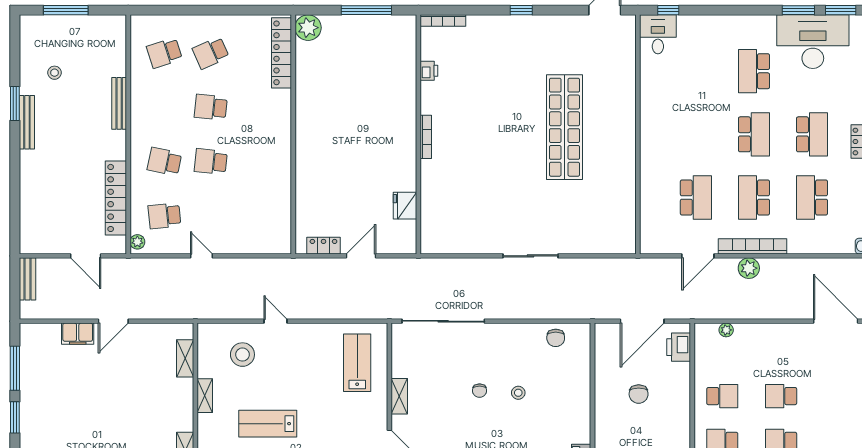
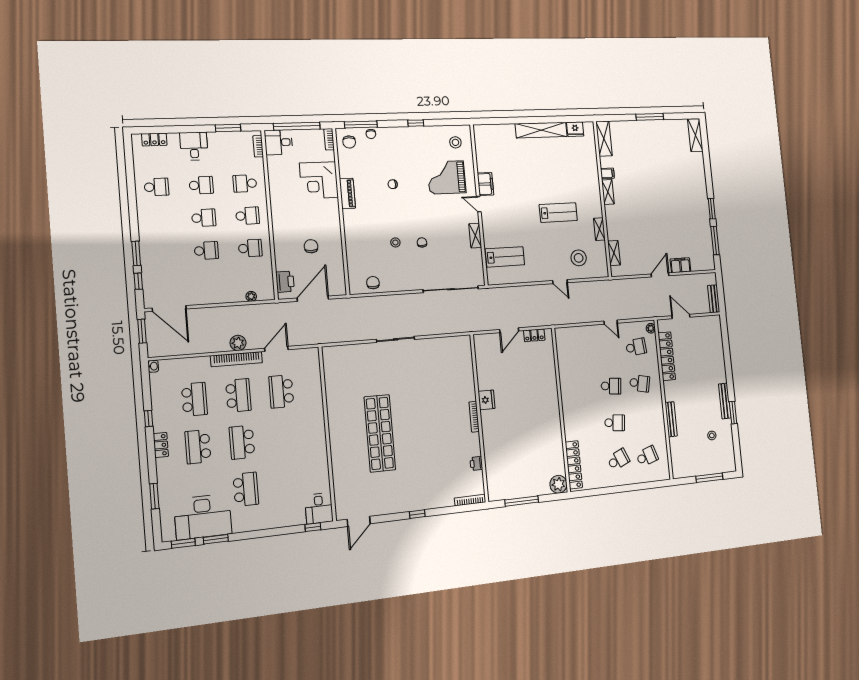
fridge: (405, 206) -> (487, 400), moved
lab bench: (357, 363) -> (505, 257), turned -90
school desk: (722, 396) -> (250, 248), turned 180

